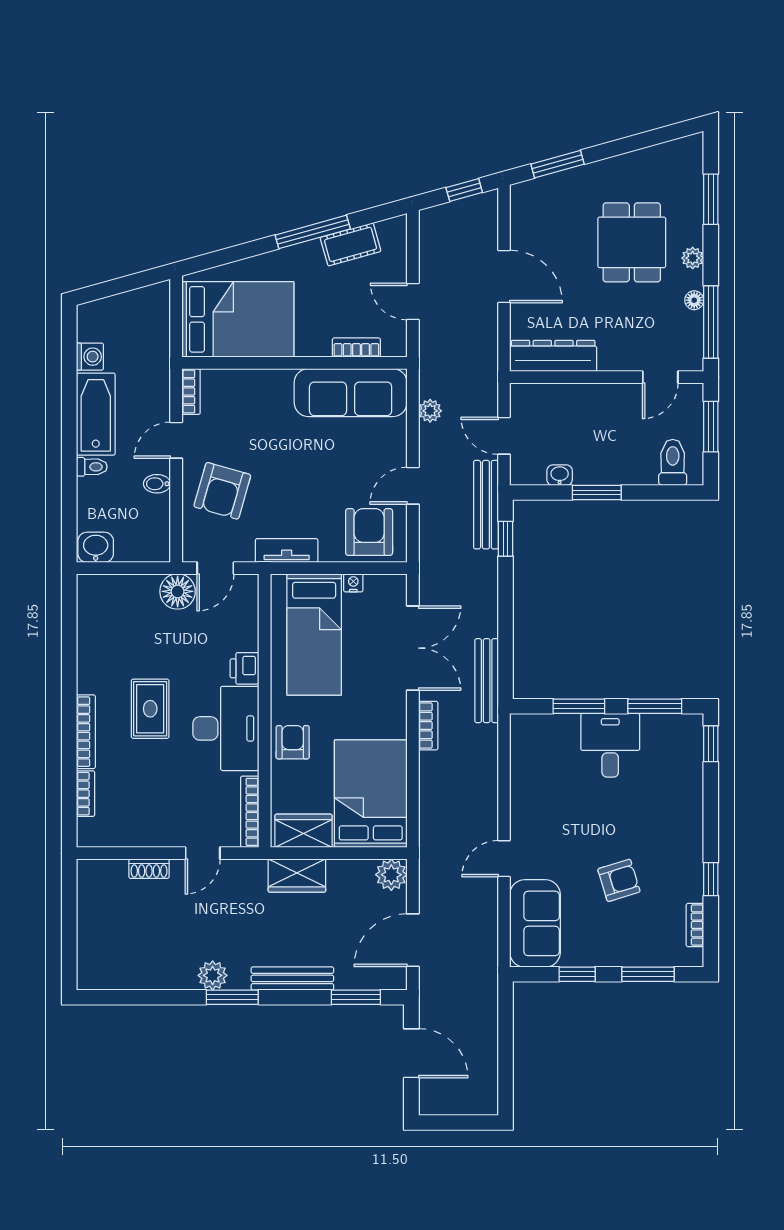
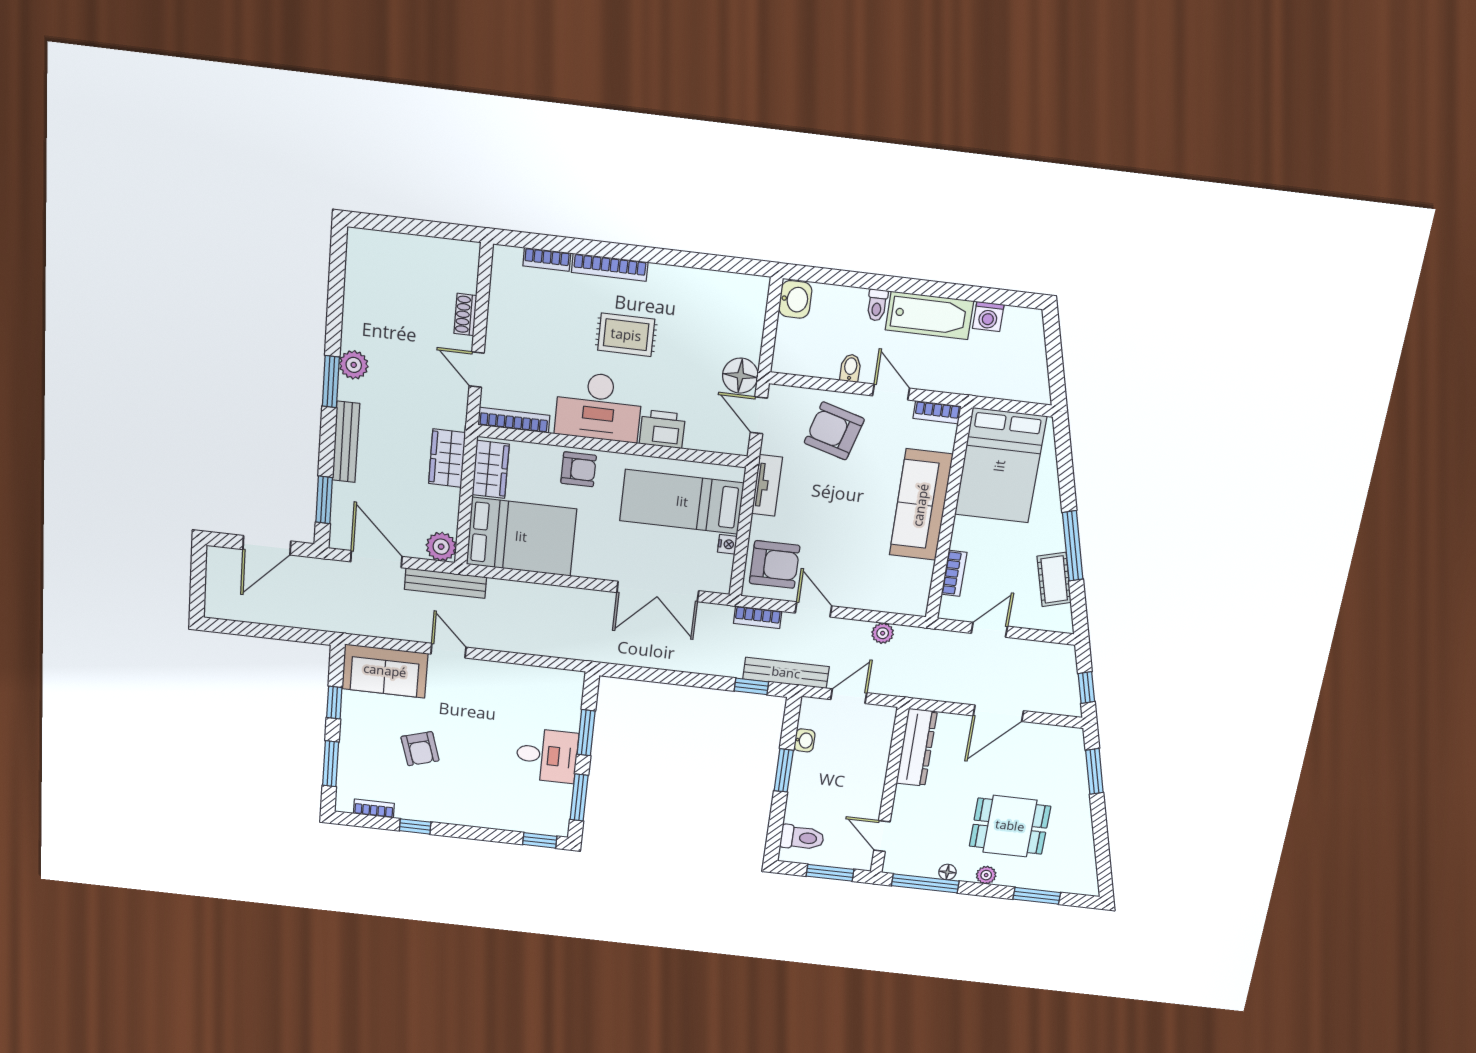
sofa: (351, 393) -> (921, 505), moved
printer: (245, 668) -> (662, 429), width x1.36, depth x1.24
bench: (487, 681) -> (445, 583), moved
bookcase: (428, 726) -> (758, 617), moved

